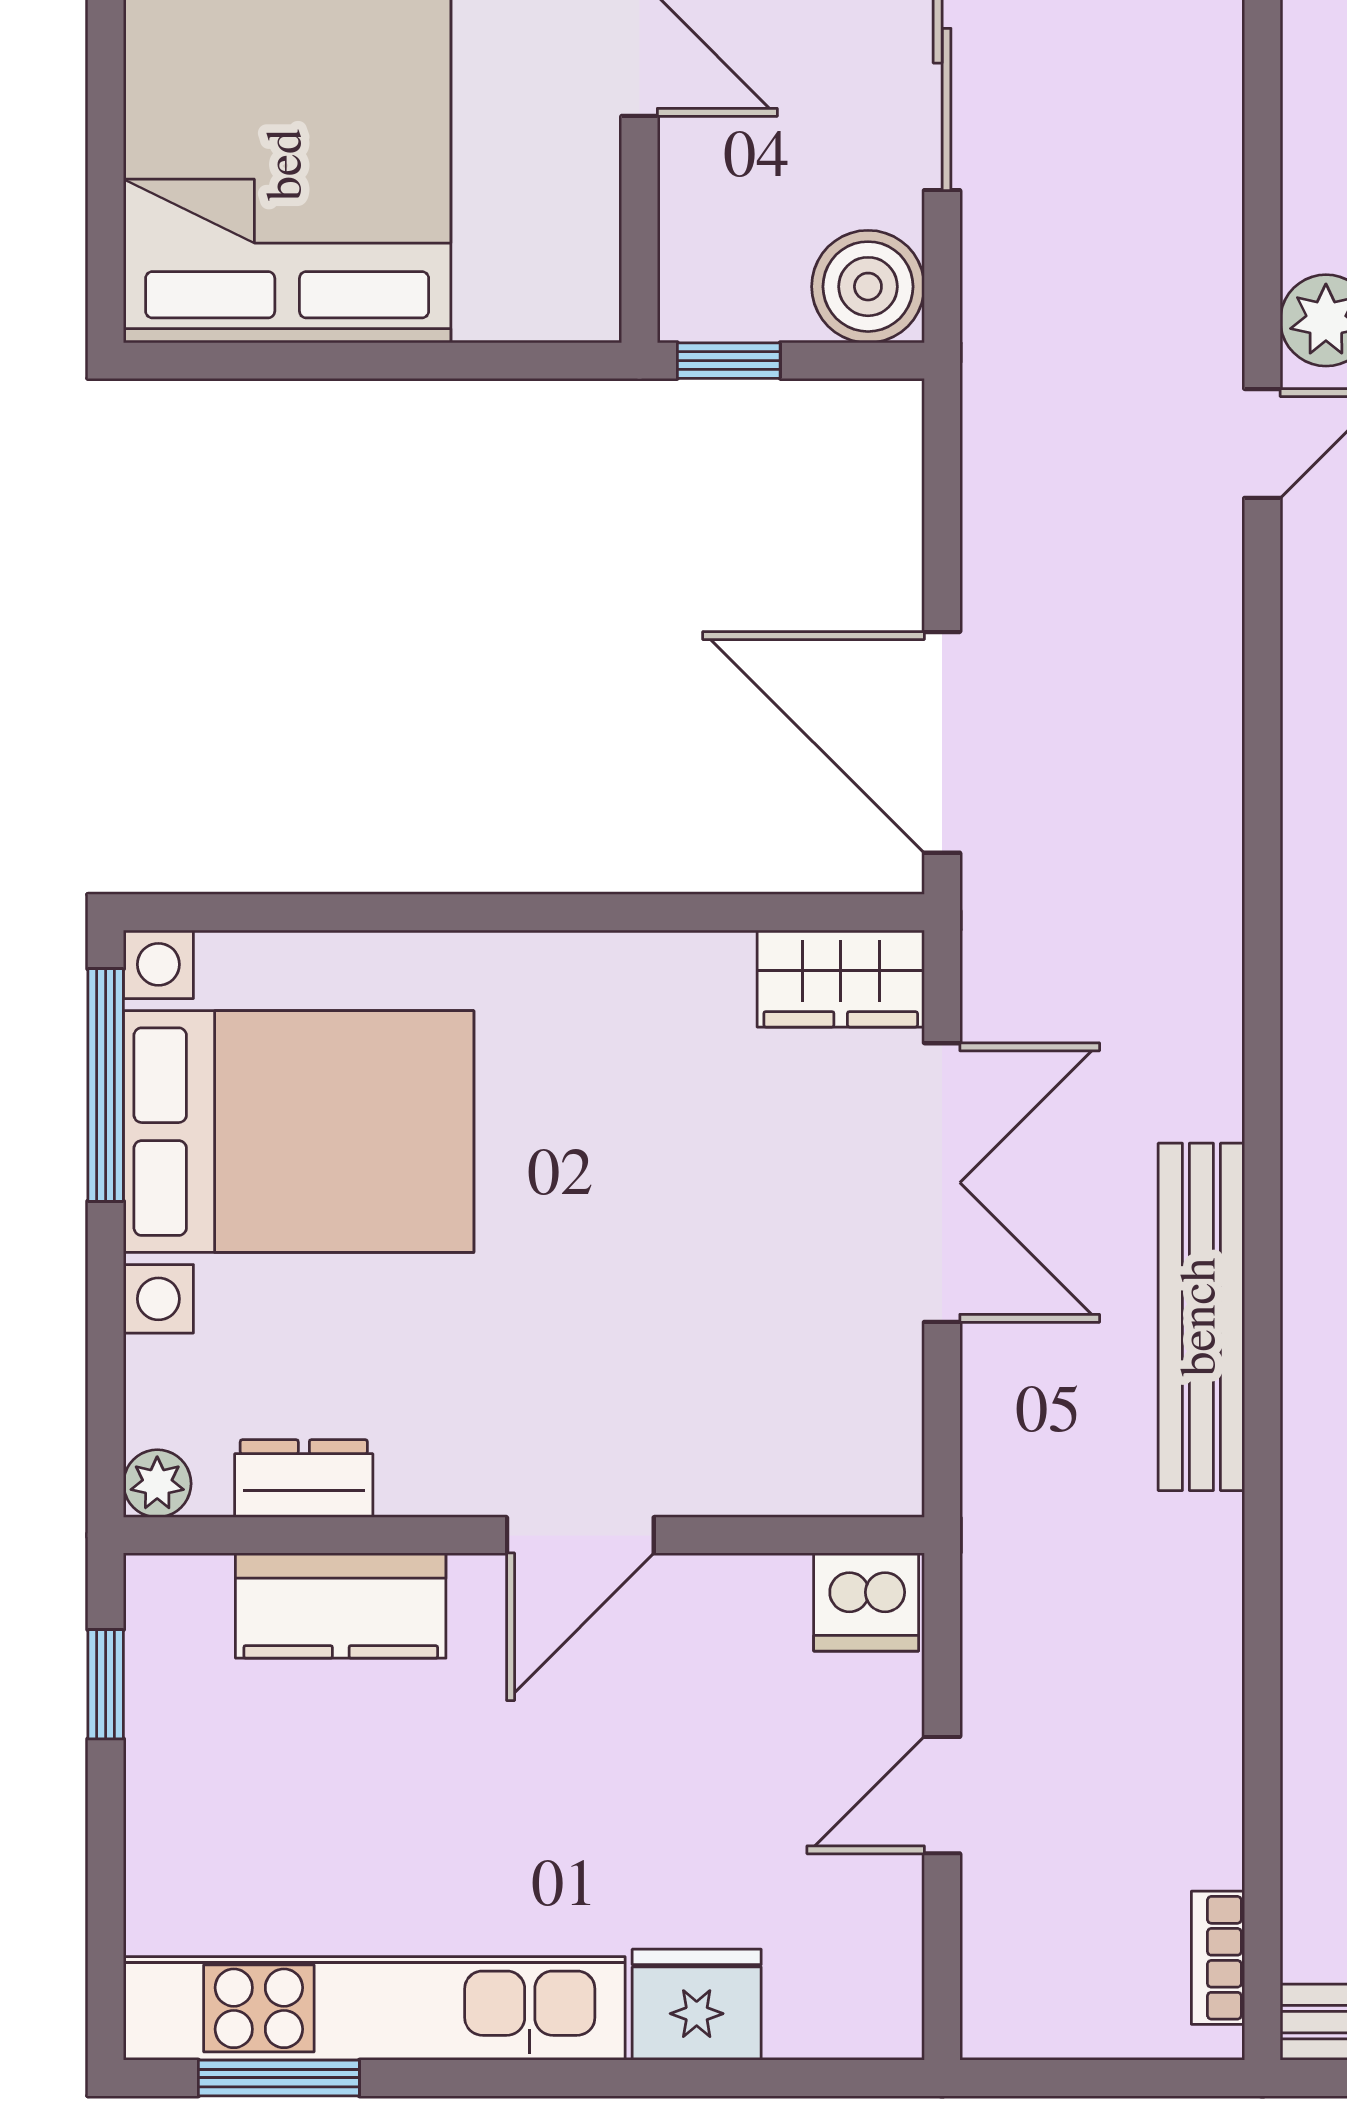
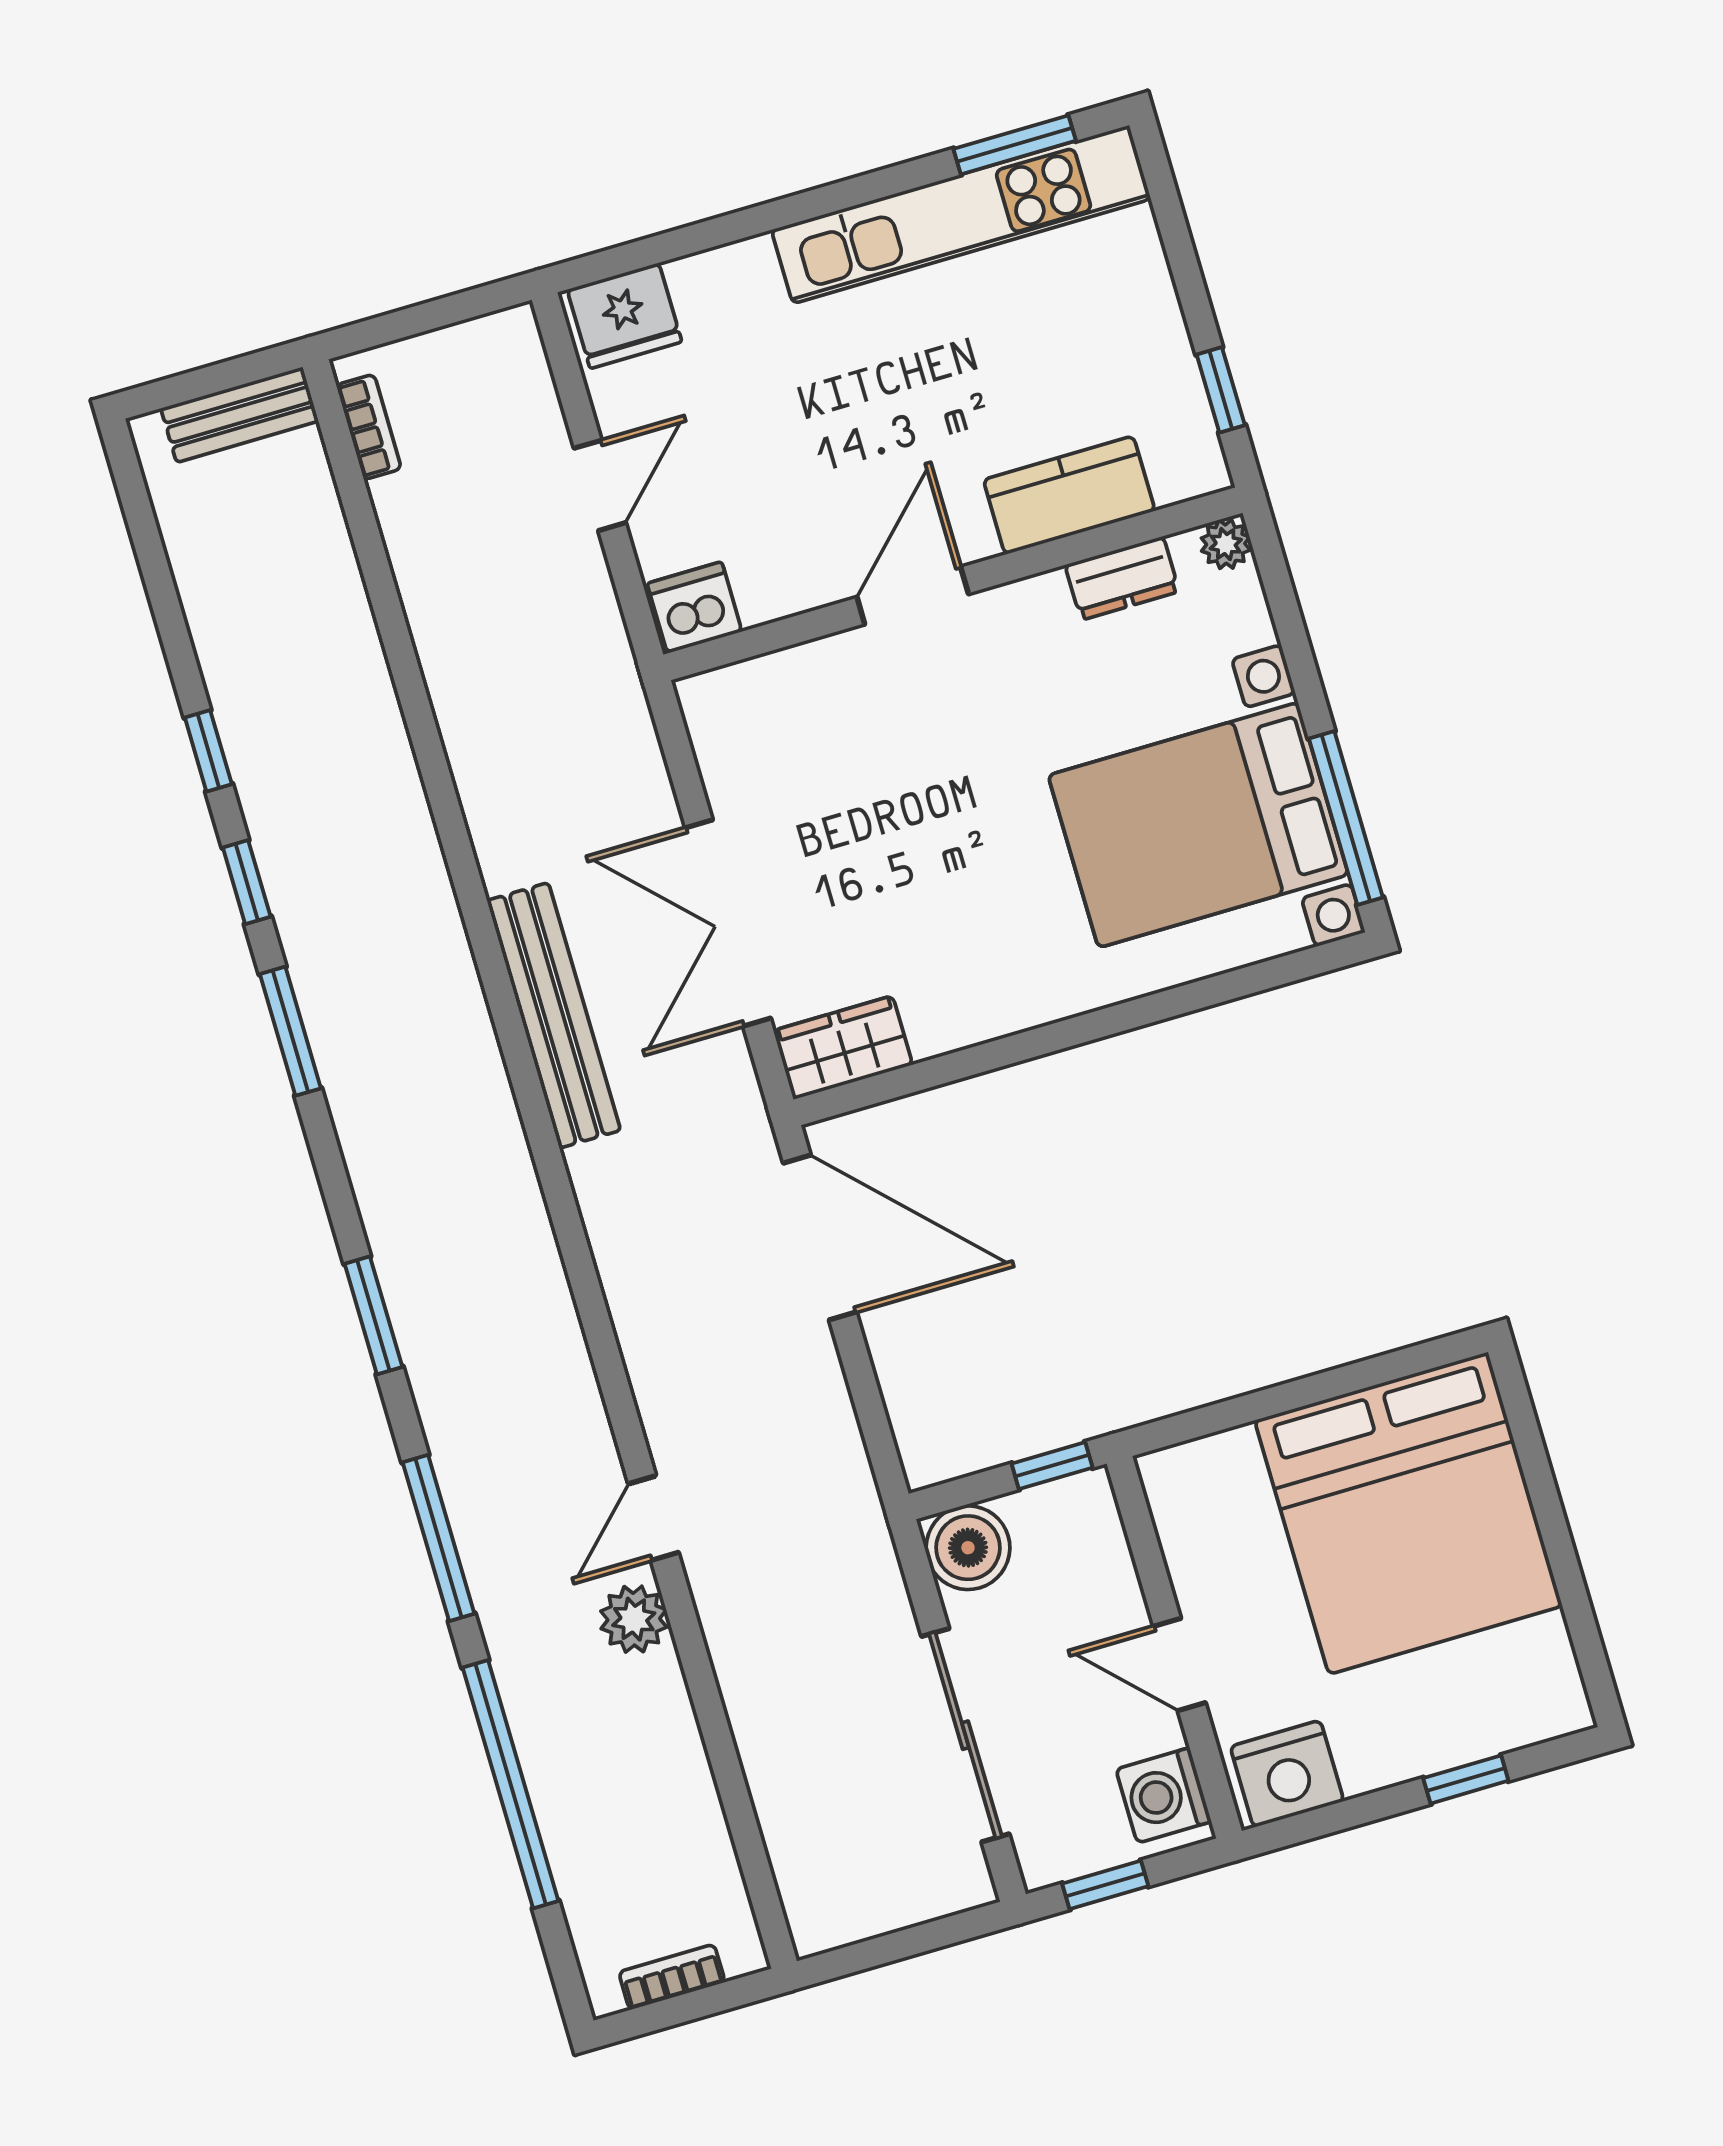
bench: (1201, 1317) -> (554, 1015), moved
fridge: (697, 2005) -> (624, 316), moved

